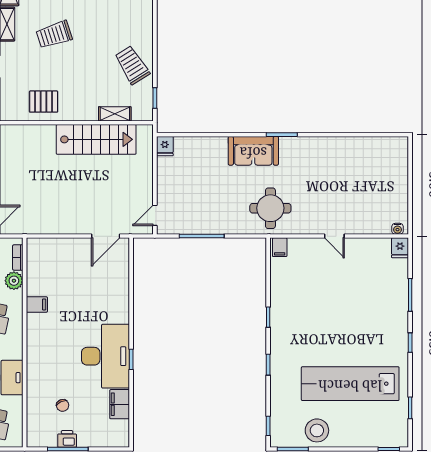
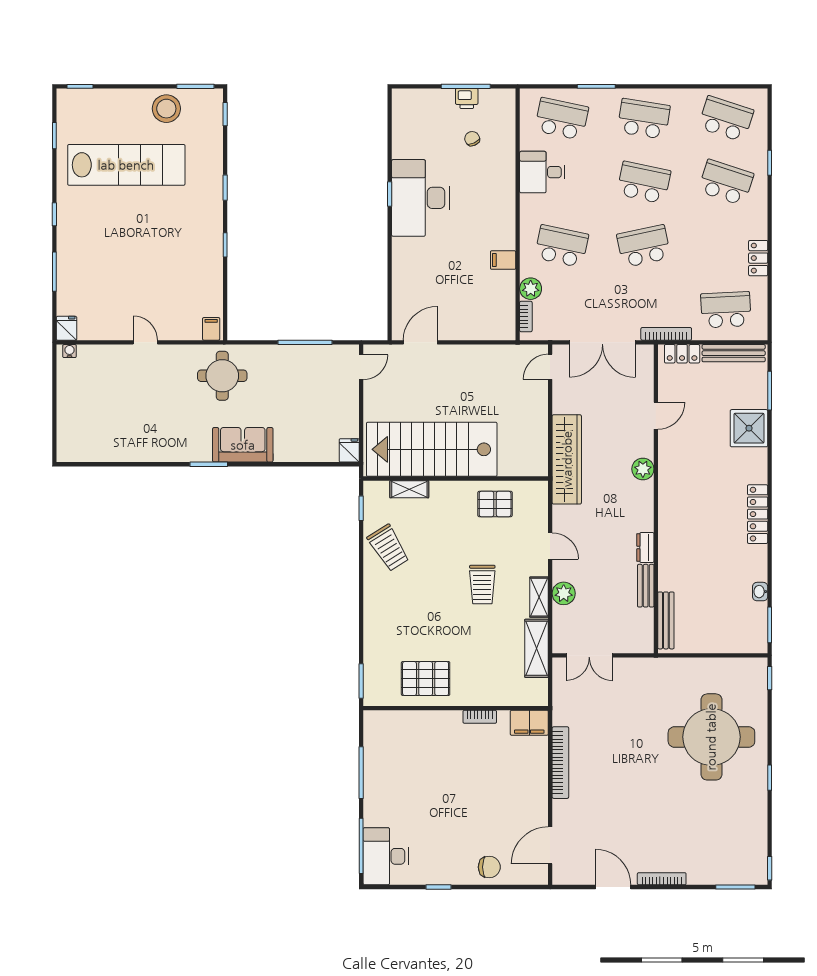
trolley: (54, 35) -> (482, 585), turned 108
stairs: (96, 139) -> (432, 449), width x1.36, depth x1.51
filing cabinet: (120, 404) -> (404, 140), removed

